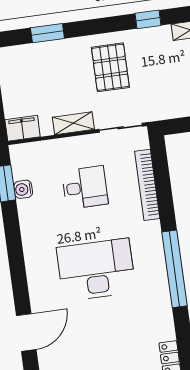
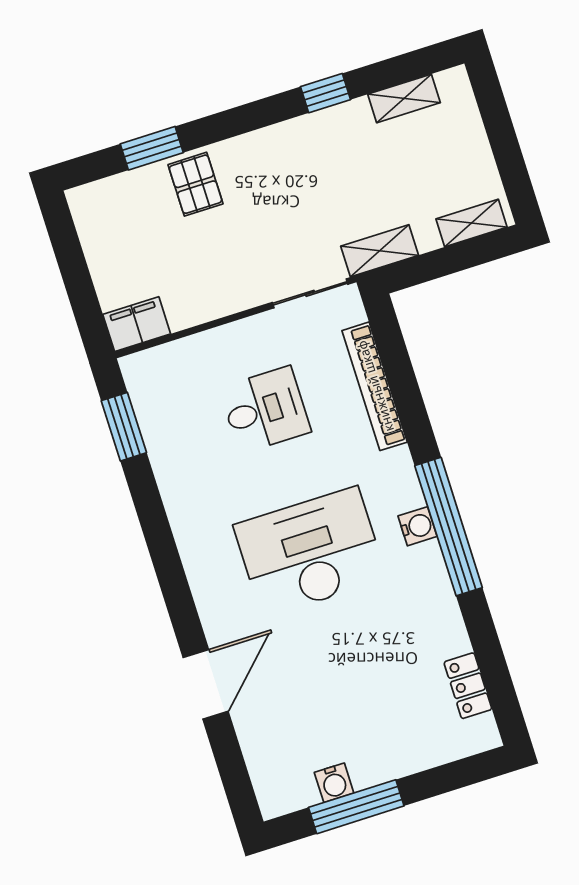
pallet: (110, 67) -> (196, 184), moved, width x0.67, depth x0.71
shelving: (73, 123) -> (380, 251), moved
water cooler: (23, 189) -> (418, 526), moved, turned 180

